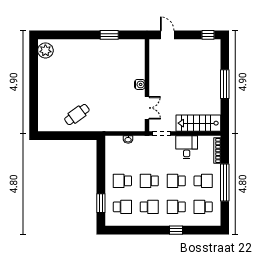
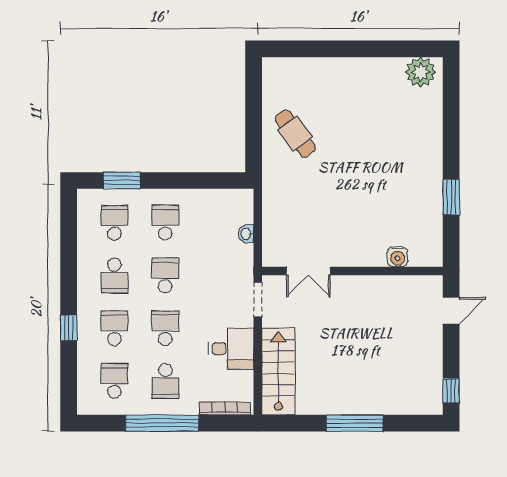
water cooler: (140, 84) -> (398, 257), moved
school desk: (122, 207) -> (114, 223), turned 180

